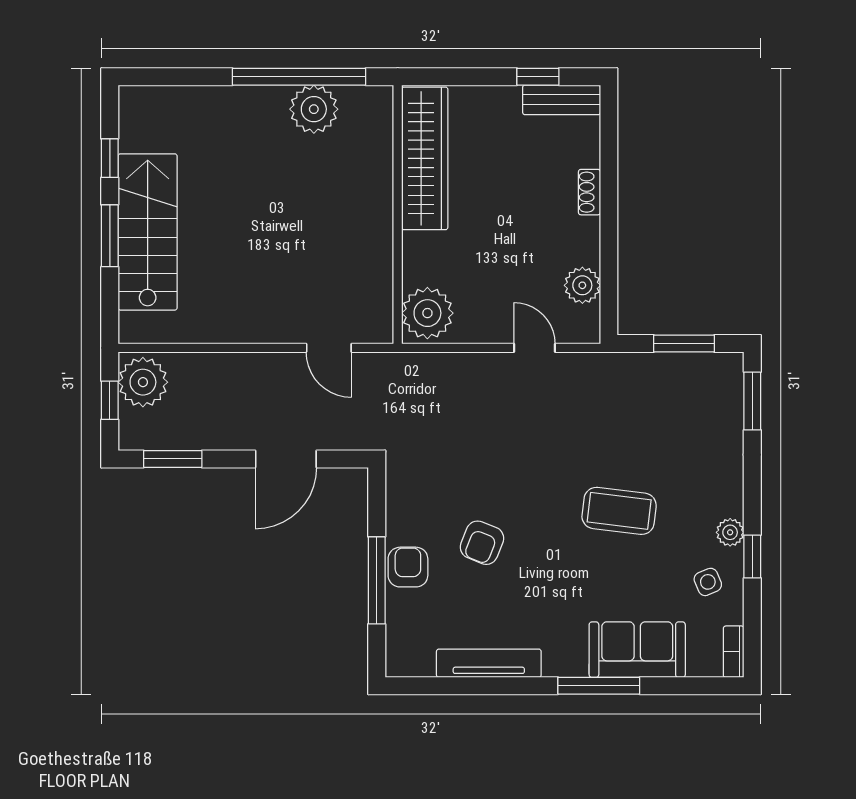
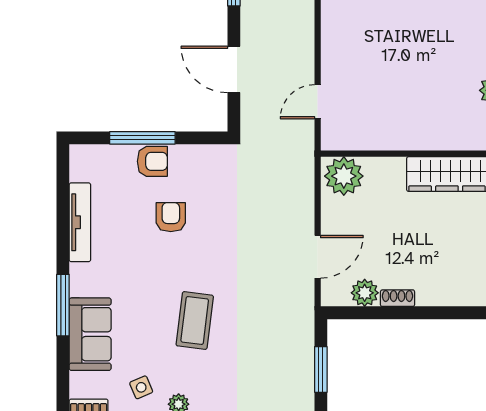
shoe rack: (589, 192) -> (398, 298), moved
door: (534, 348) -> (318, 257), width x1.38
armchair: (482, 543) -> (171, 217), turned 68

